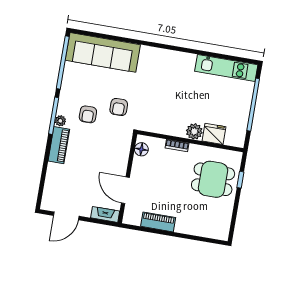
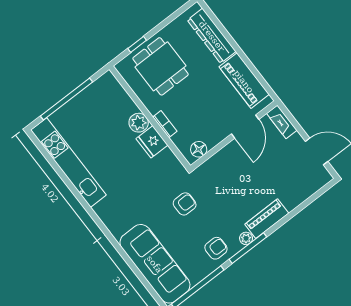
kitchen unit: (226, 68) -> (68, 163), width x1.36
armchair: (88, 114) -> (216, 248), moved
fridge: (214, 134) -> (152, 142), moved
piano: (158, 222) -> (244, 81), width x1.37, depth x1.33
dresser: (199, 228) -> (212, 36), added

